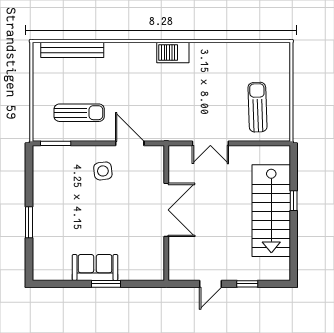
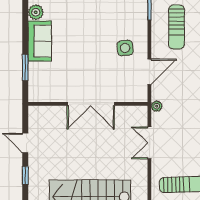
plant: (169, 135) -> (157, 106), added
plant: (62, 272) -> (36, 12), added
window: (106, 284) -> (25, 67), moved

